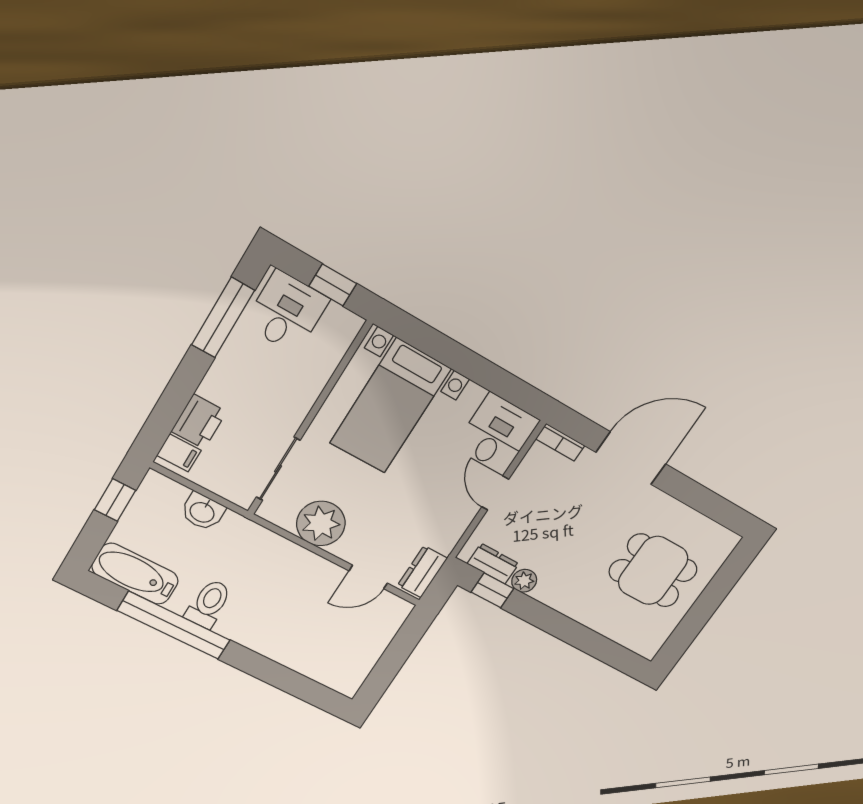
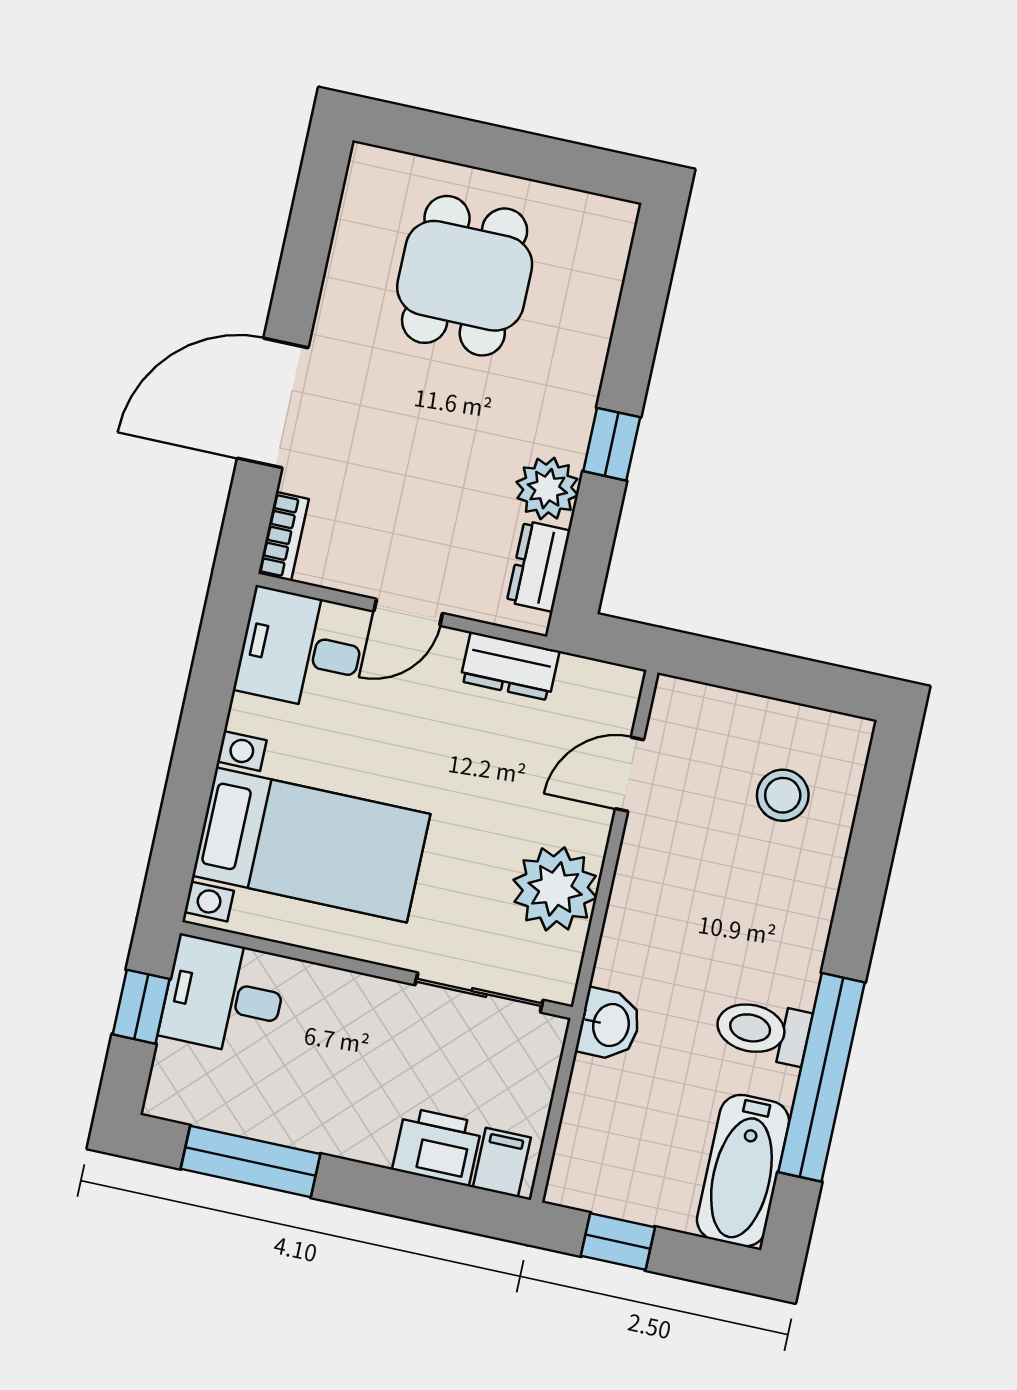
desk: (286, 312) -> (224, 996), moved
door: (631, 458) -> (273, 403), hinge flipped
washbasin: (203, 512) -> (609, 1025), moved
dresser: (422, 572) -> (510, 666), moved
door: (368, 577) -> (630, 774), swing flipped
plant: (524, 581) -> (547, 489), width x1.38, depth x1.38
window: (492, 590) -> (612, 444), moved
stool: (330, 647) -> (783, 795), added

